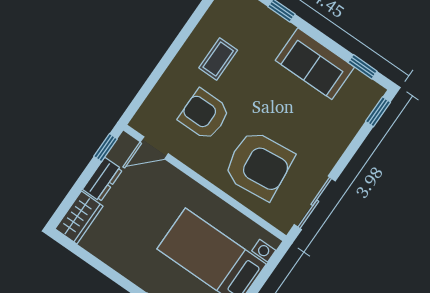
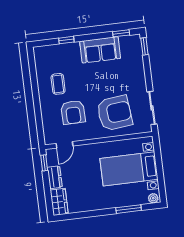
armchair: (204, 115) -> (73, 112), turned -91

